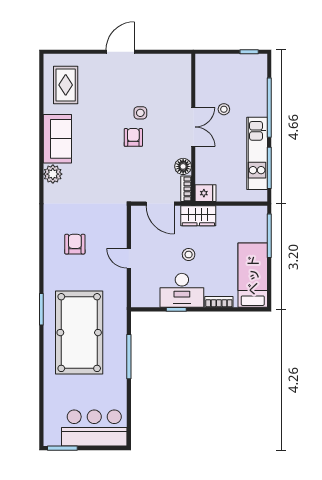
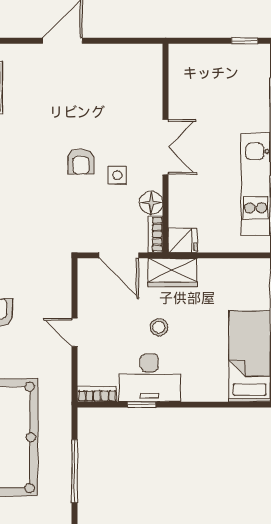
stool: (224, 109) -> (209, 122), removed
side table: (140, 113) -> (117, 175), moved
armchair: (133, 137) -> (81, 162), turned 180
bookcase: (219, 302) -> (97, 394), moved

